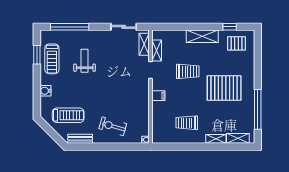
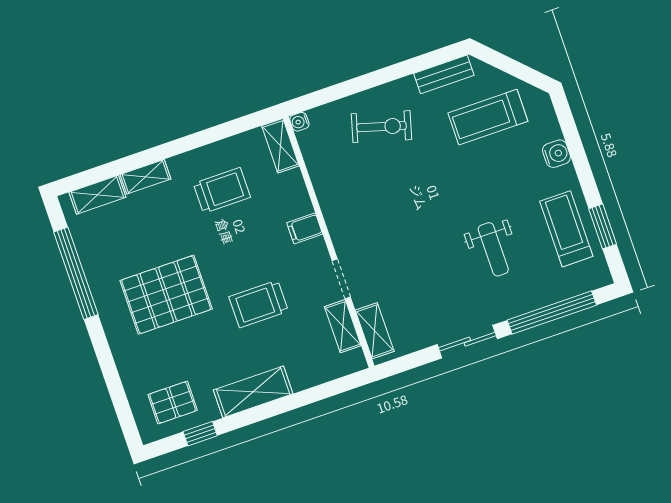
sliding door: (124, 27) -> (467, 342), moved
shelving: (157, 133) -> (280, 146), added

